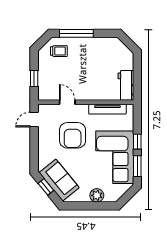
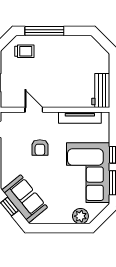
armchair: (73, 135) -> (40, 148), width x0.53, depth x0.53
plant: (97, 195) -> (80, 216), moved

